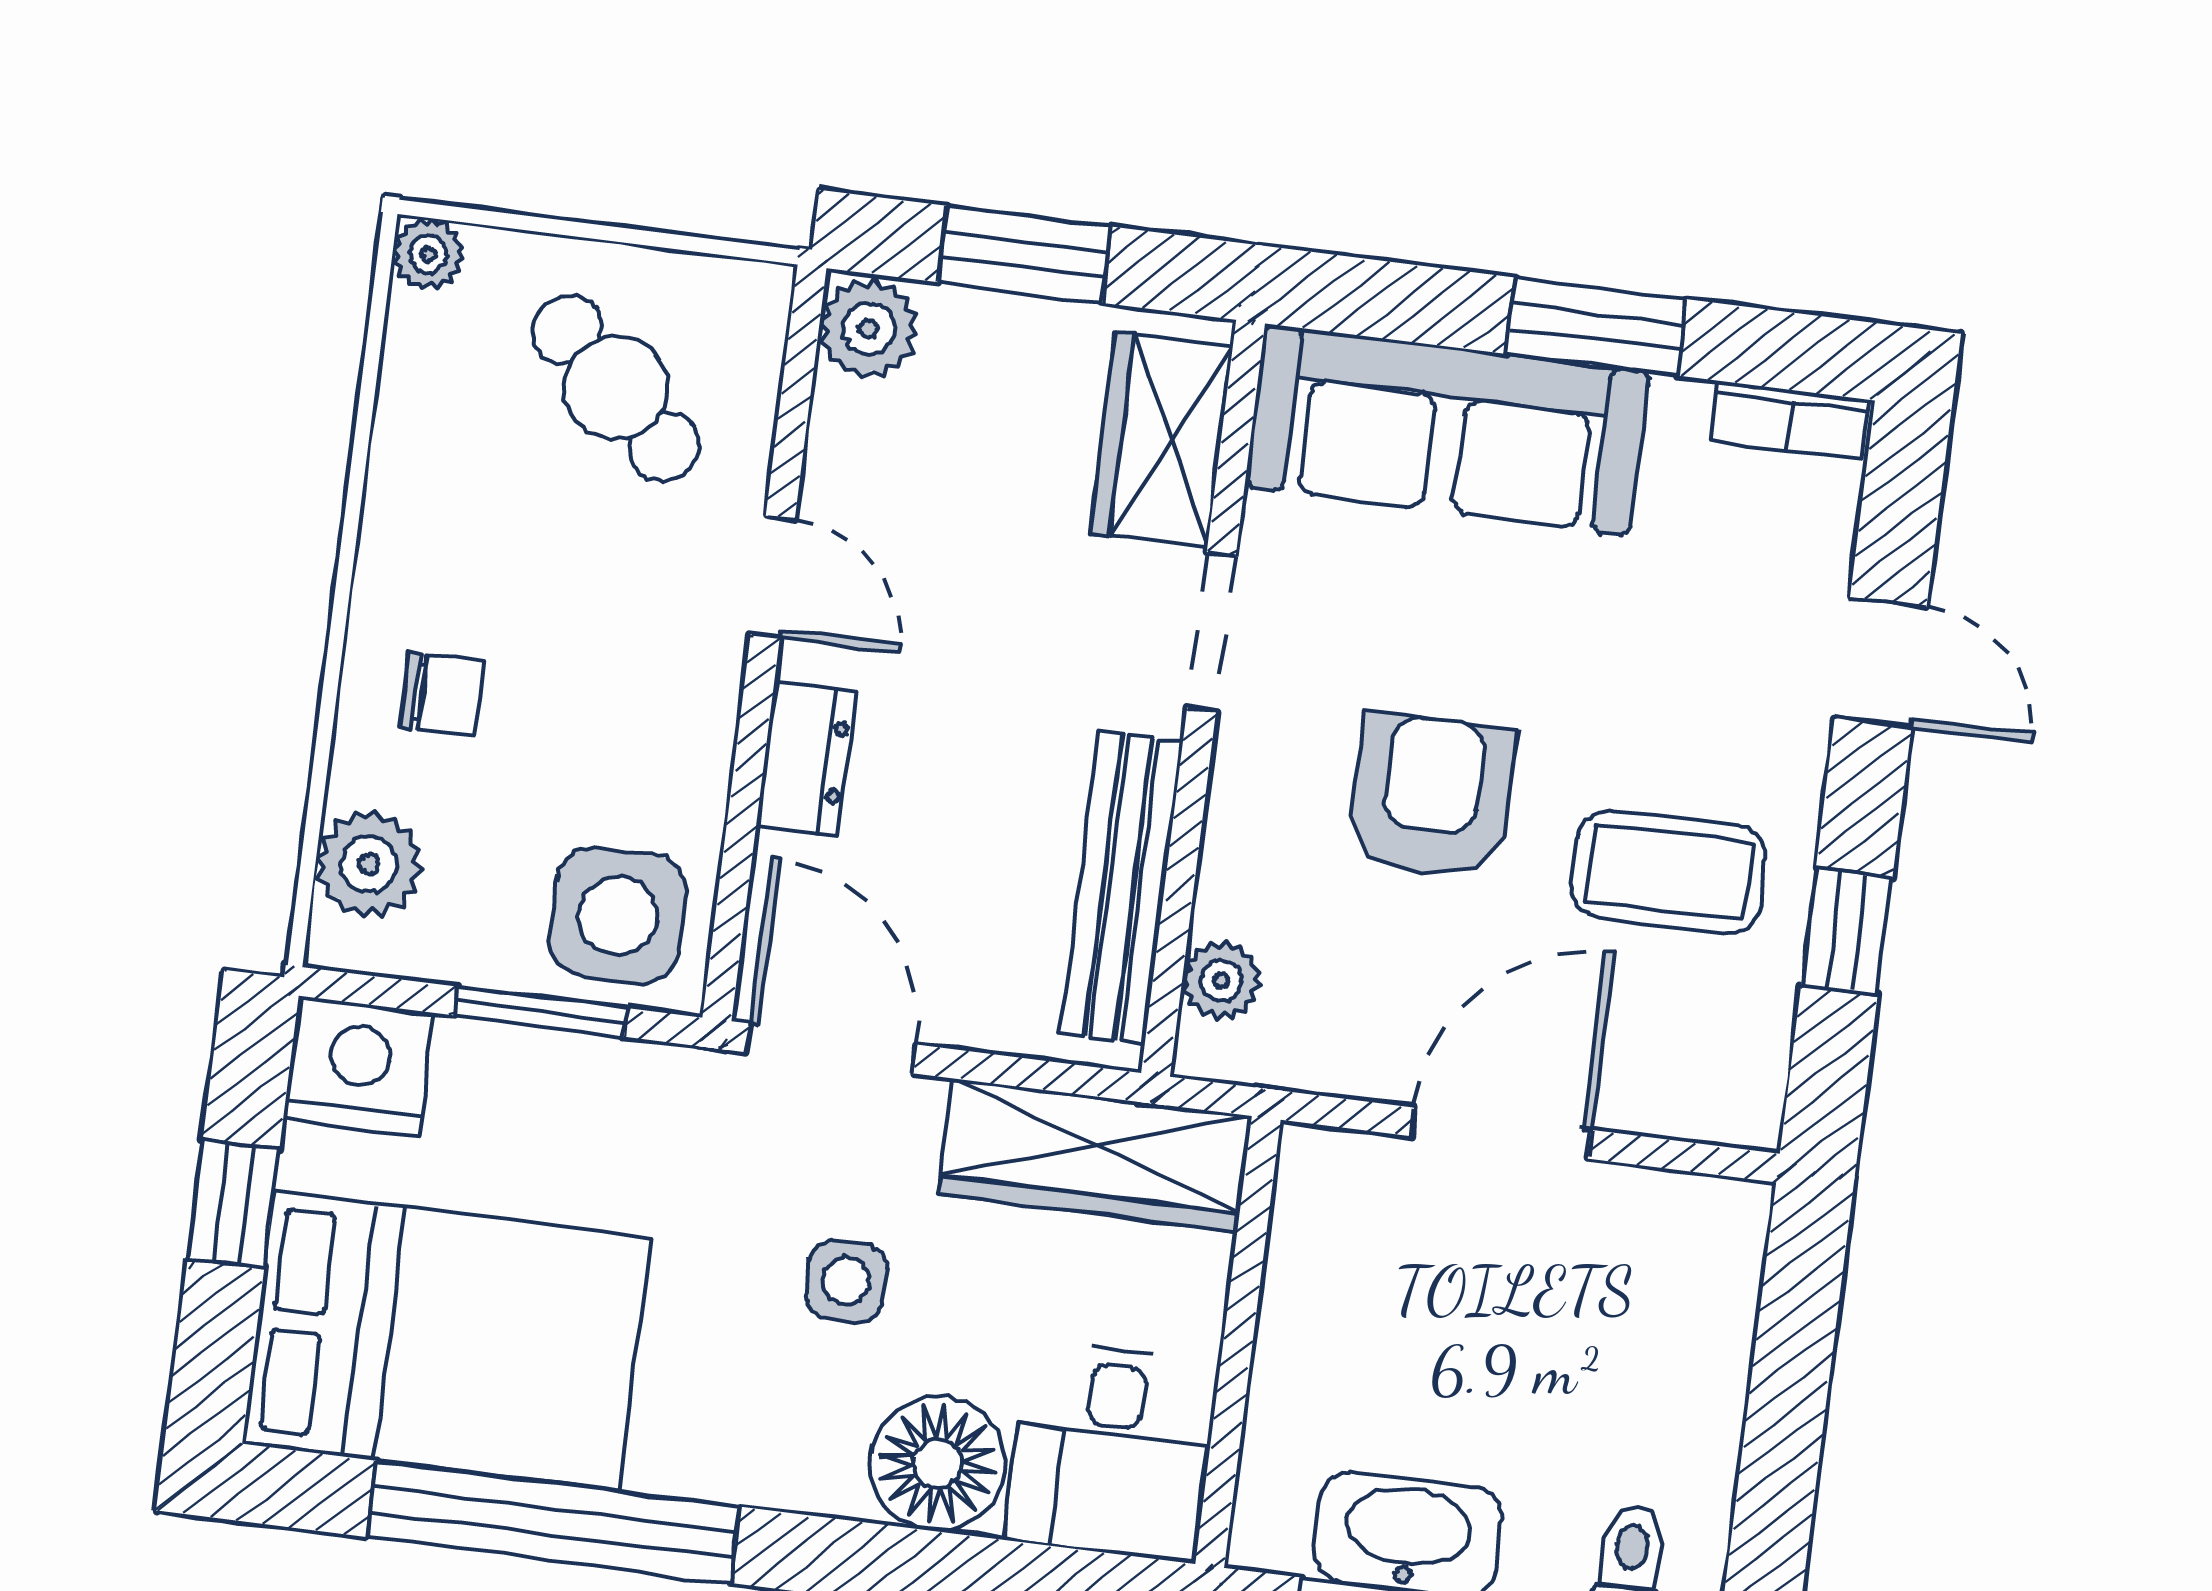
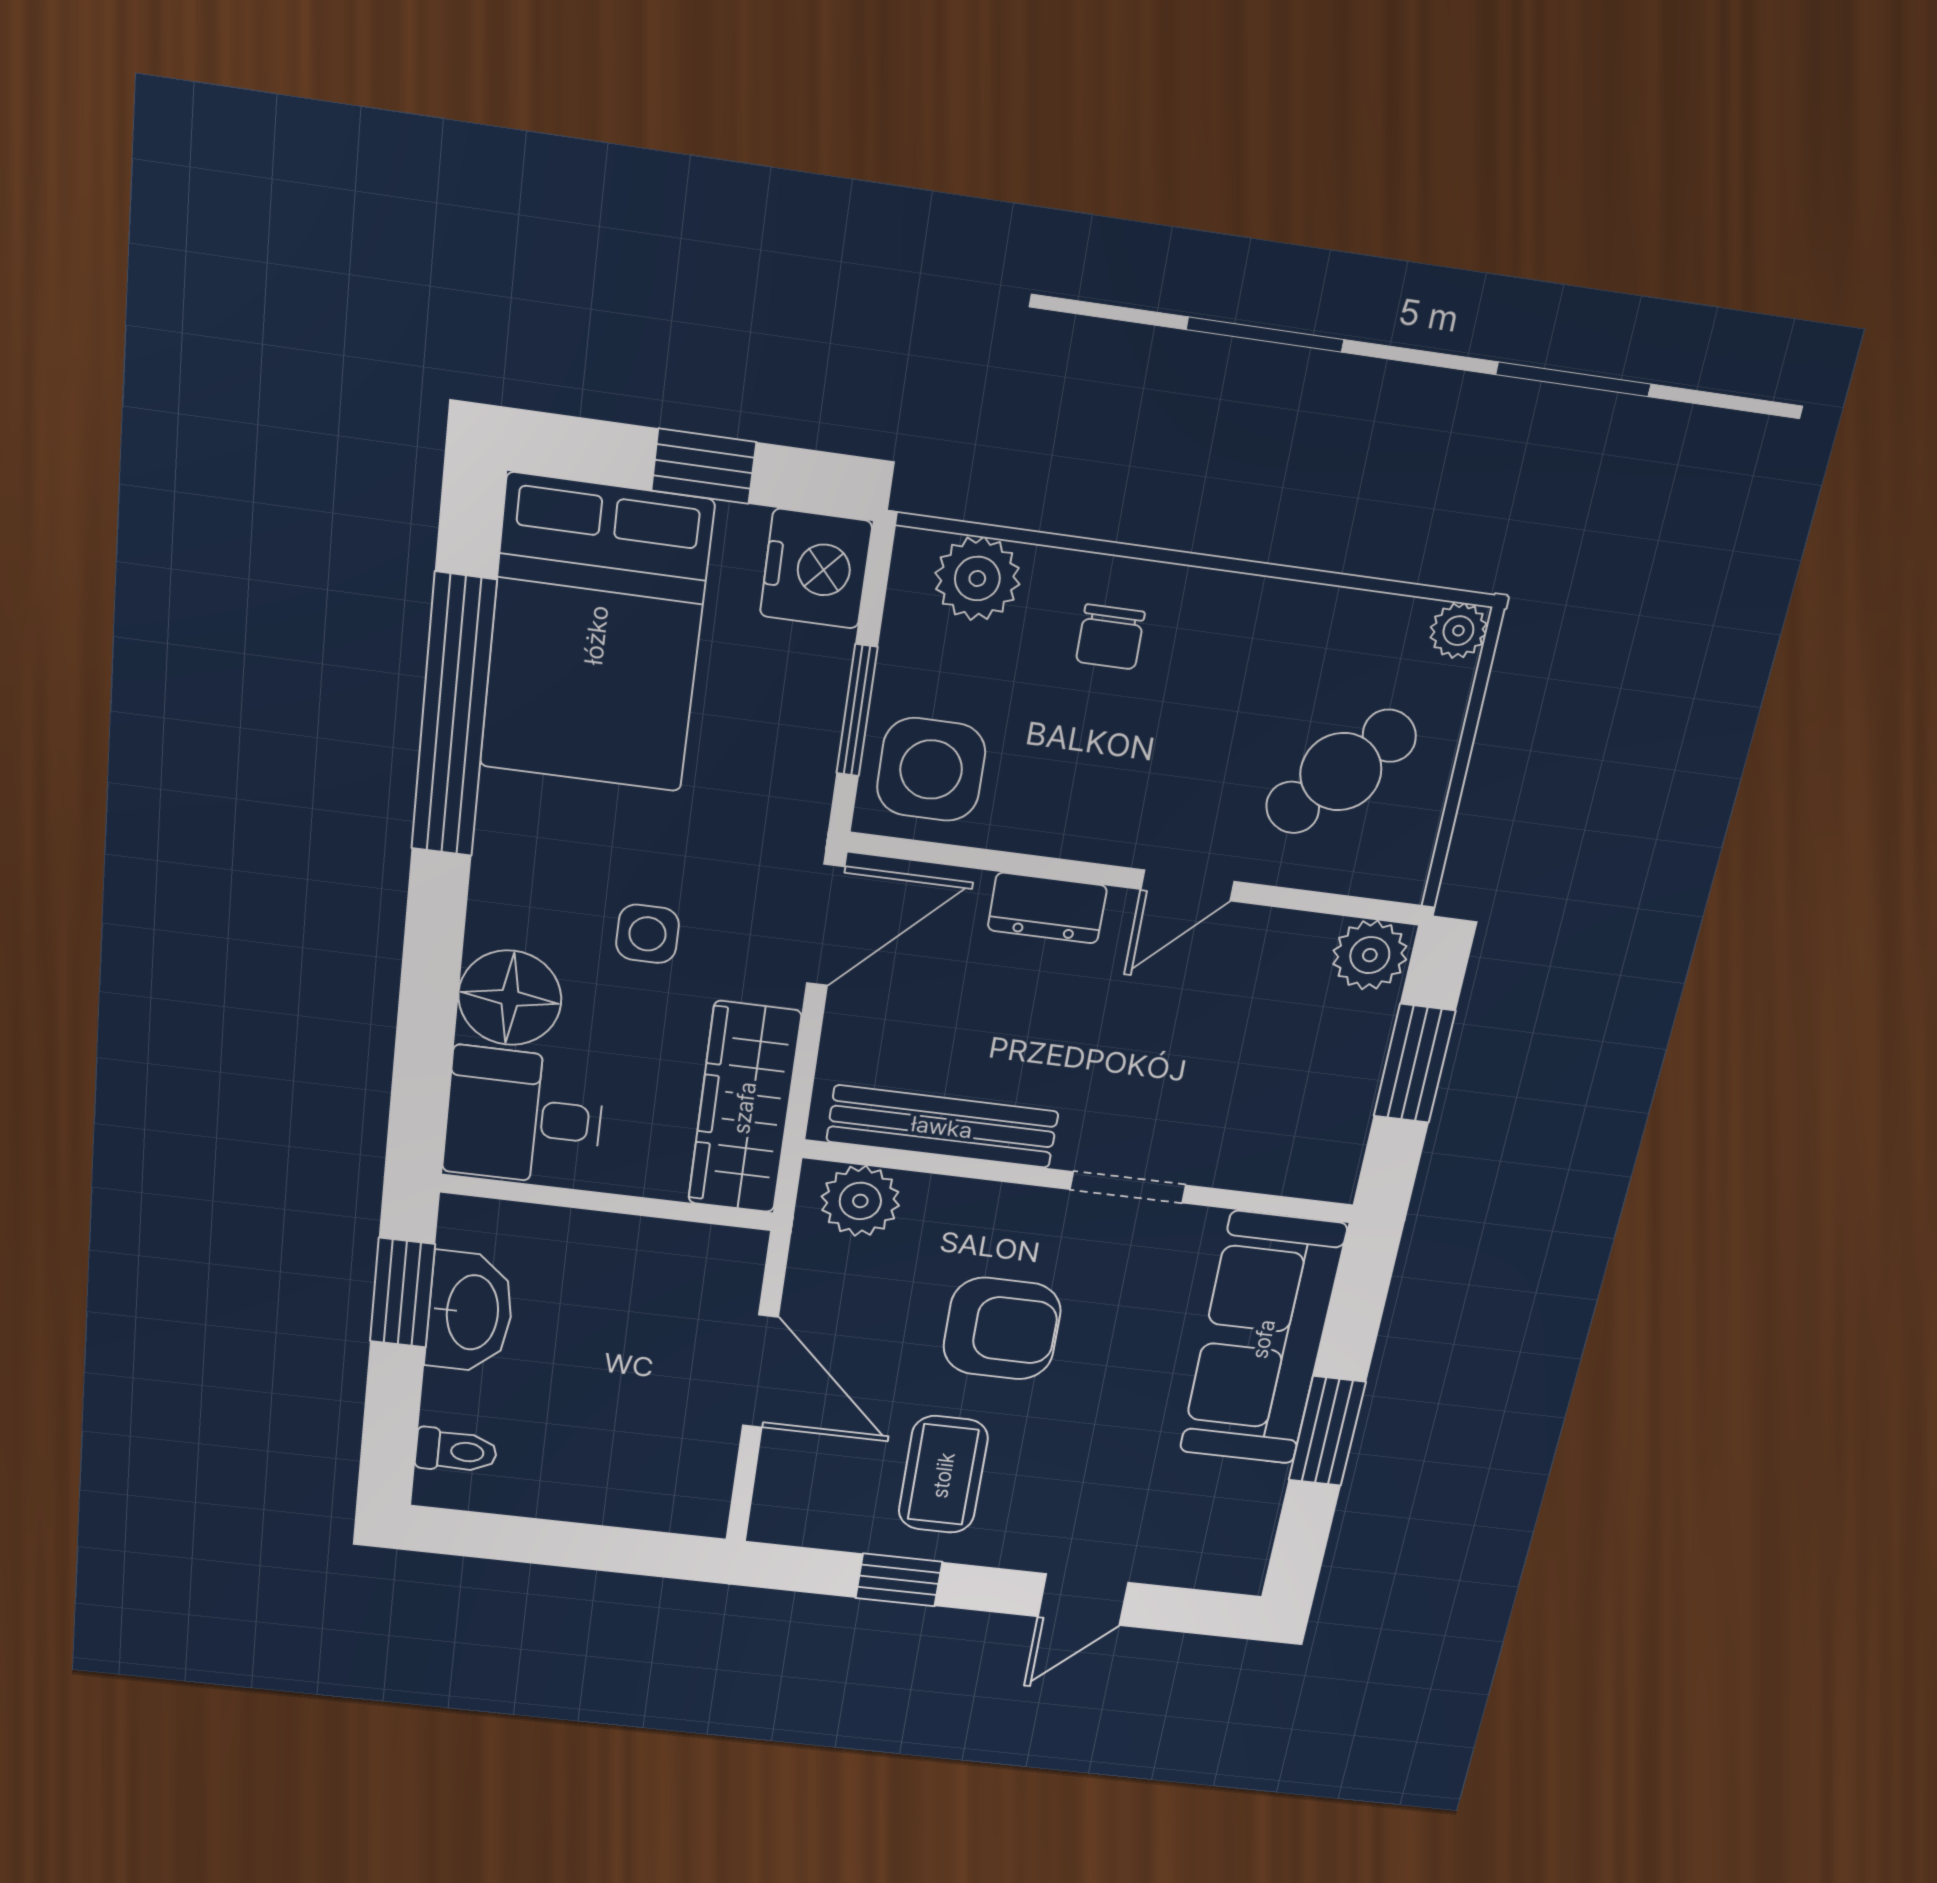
bookcase: (1789, 420) -> (1252, 1546), removed
wardrobe: (1161, 440) -> (1270, 1155), removed
plant: (1221, 981) -> (860, 1201), width x1.38, depth x1.38

